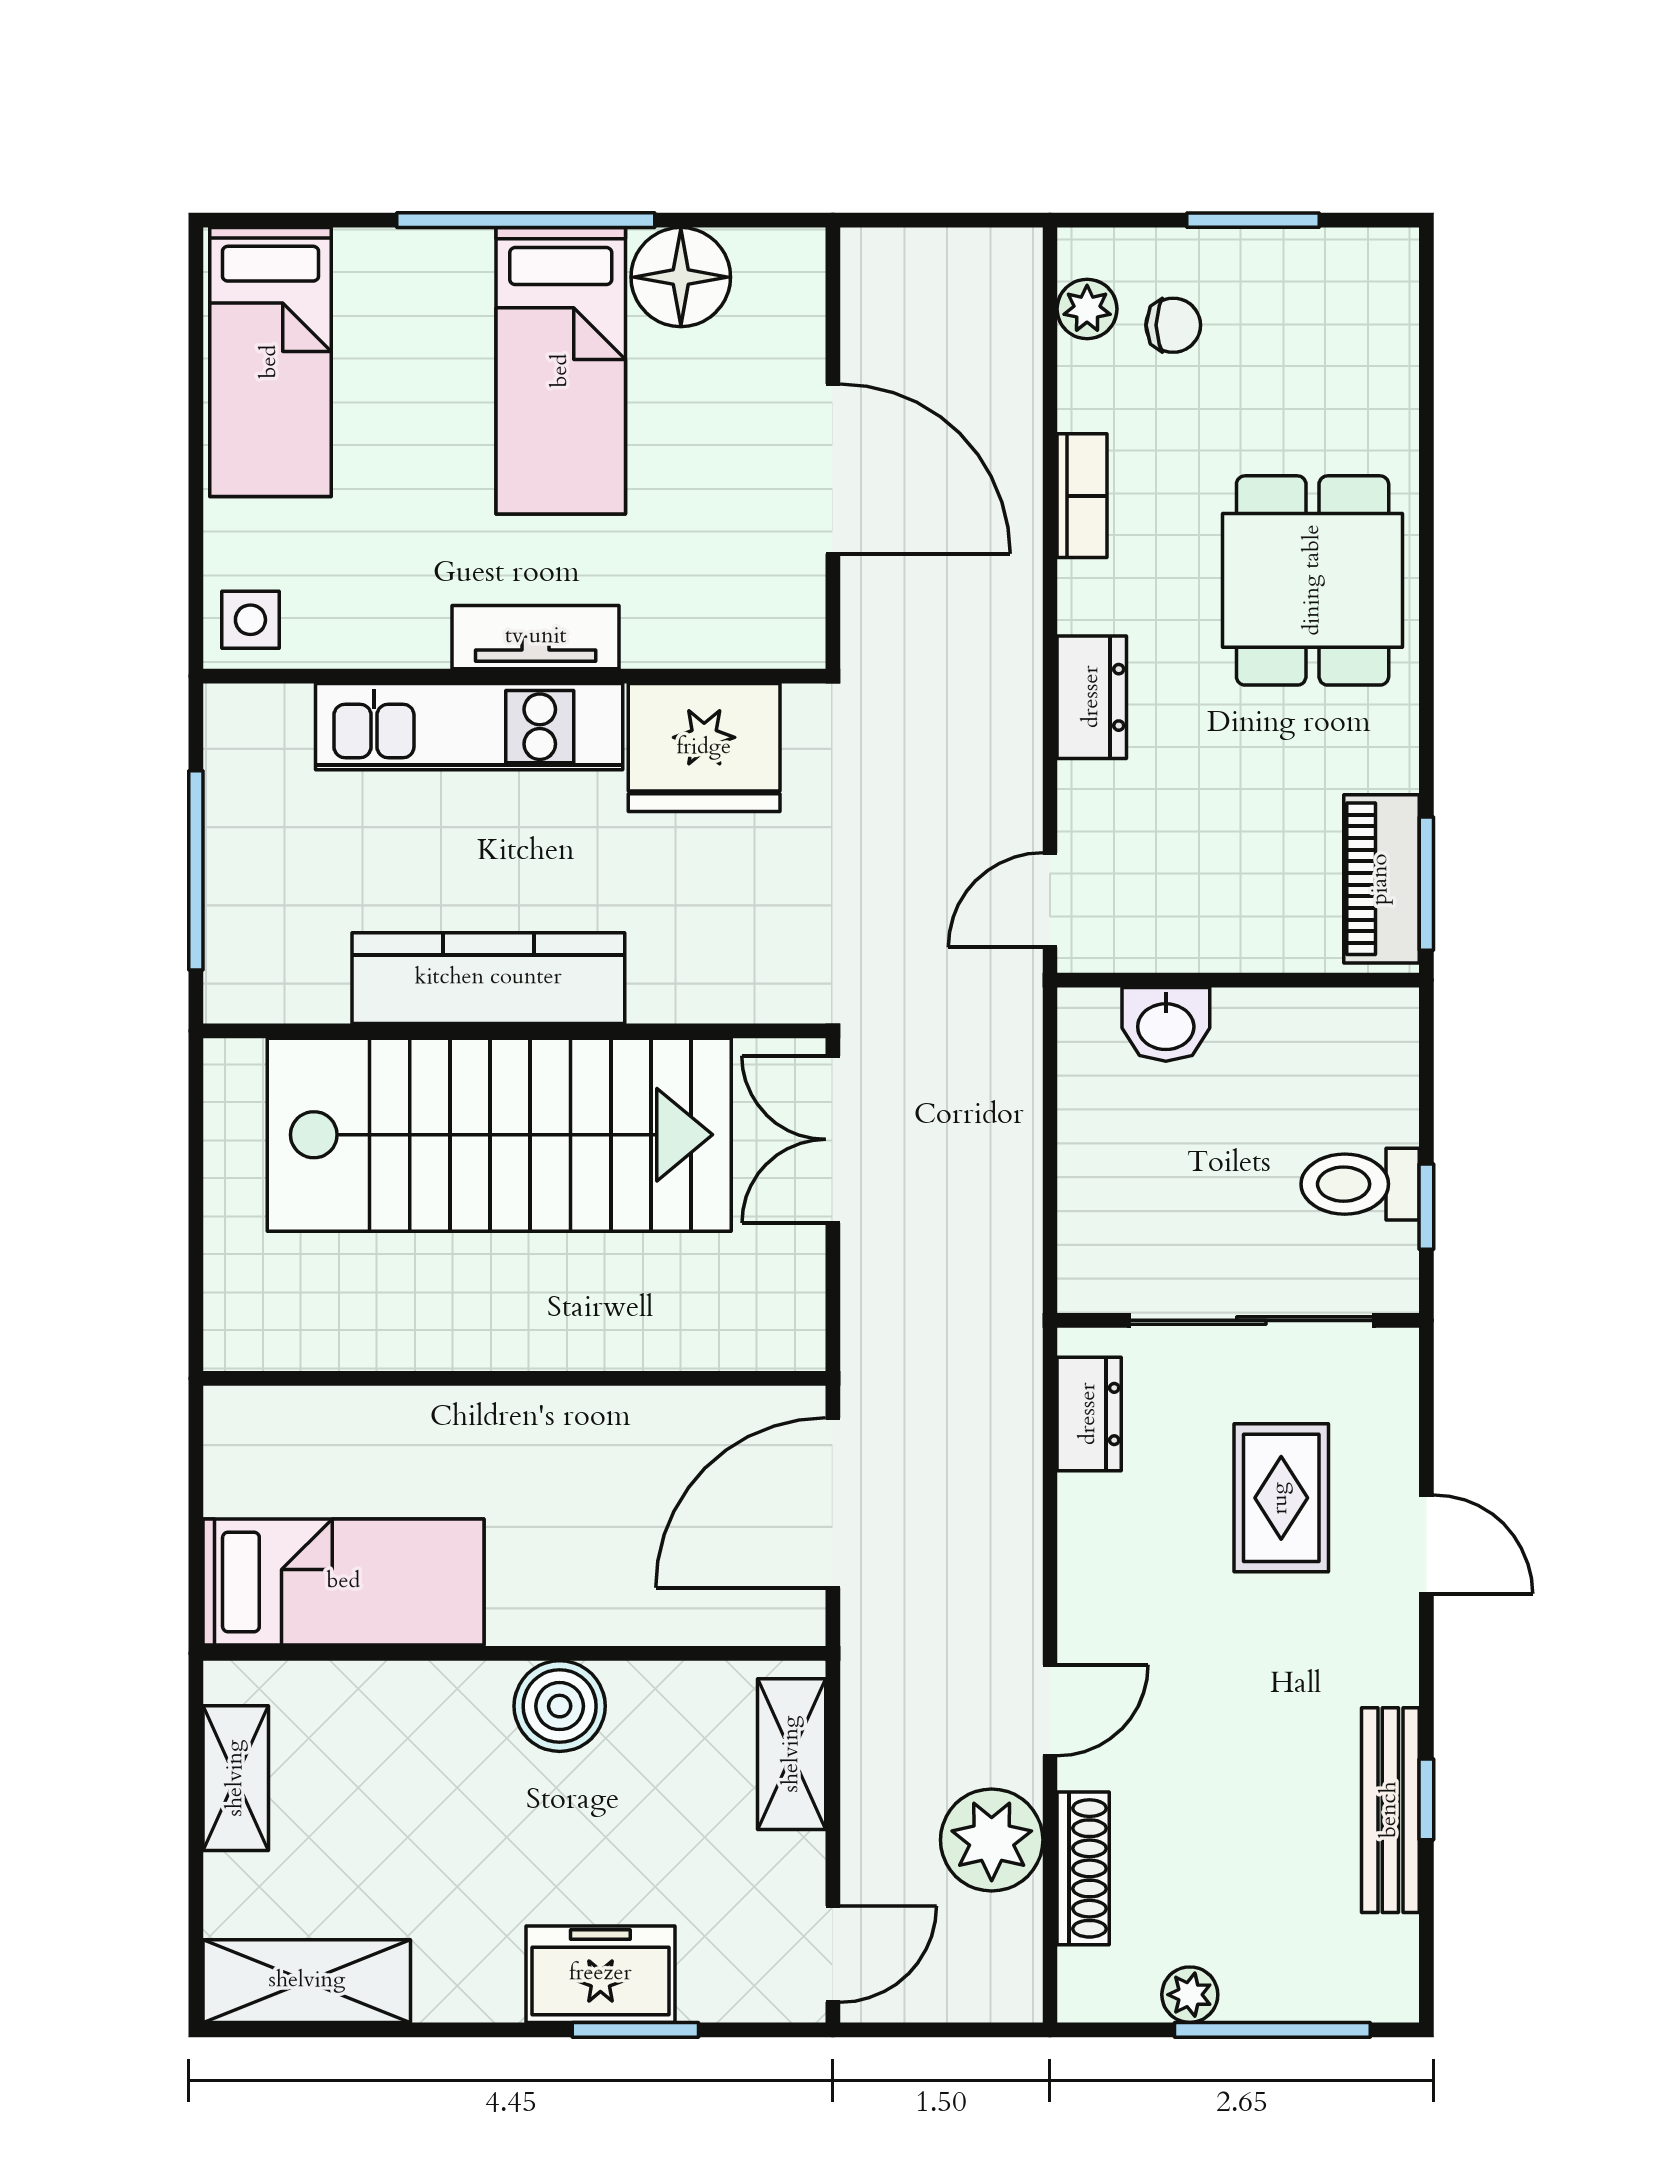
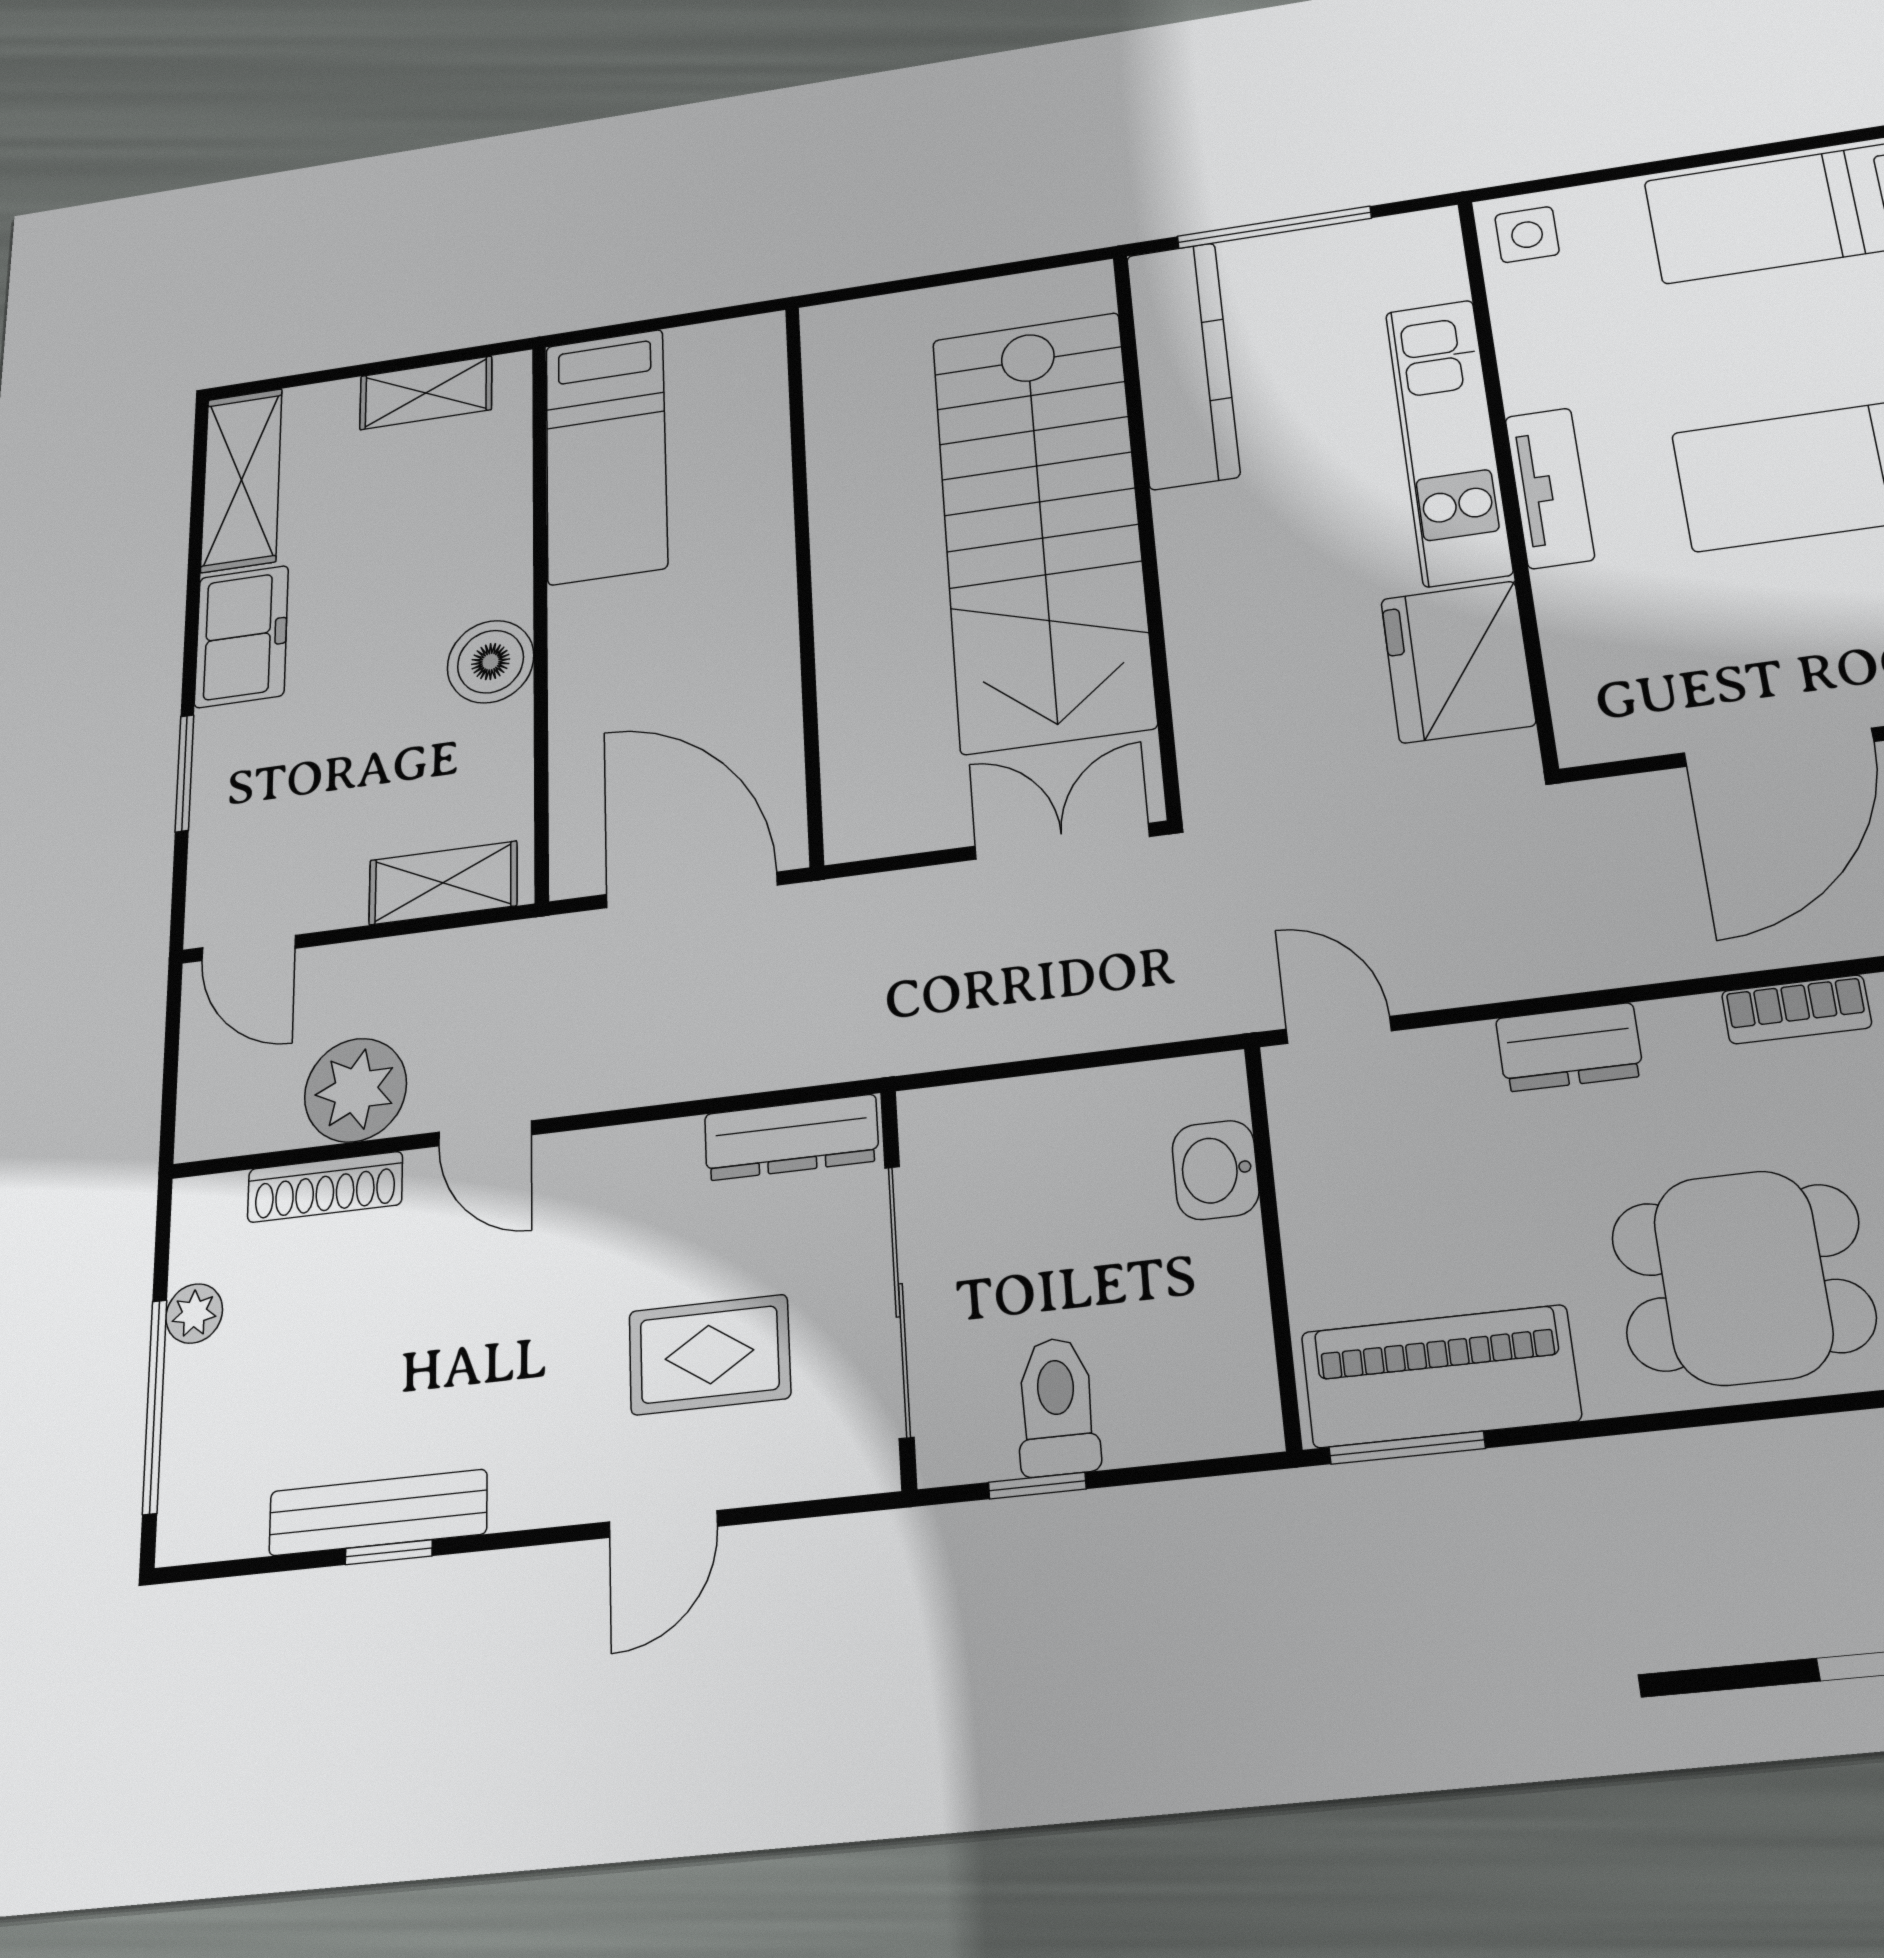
piano: (1381, 879) -> (1440, 1376), width x1.37, depth x1.33
kitchen counter: (488, 978) -> (1183, 365), moved
dresser: (1089, 1414) -> (791, 1137), width x1.44
freezer: (600, 1974) -> (242, 636), moved

